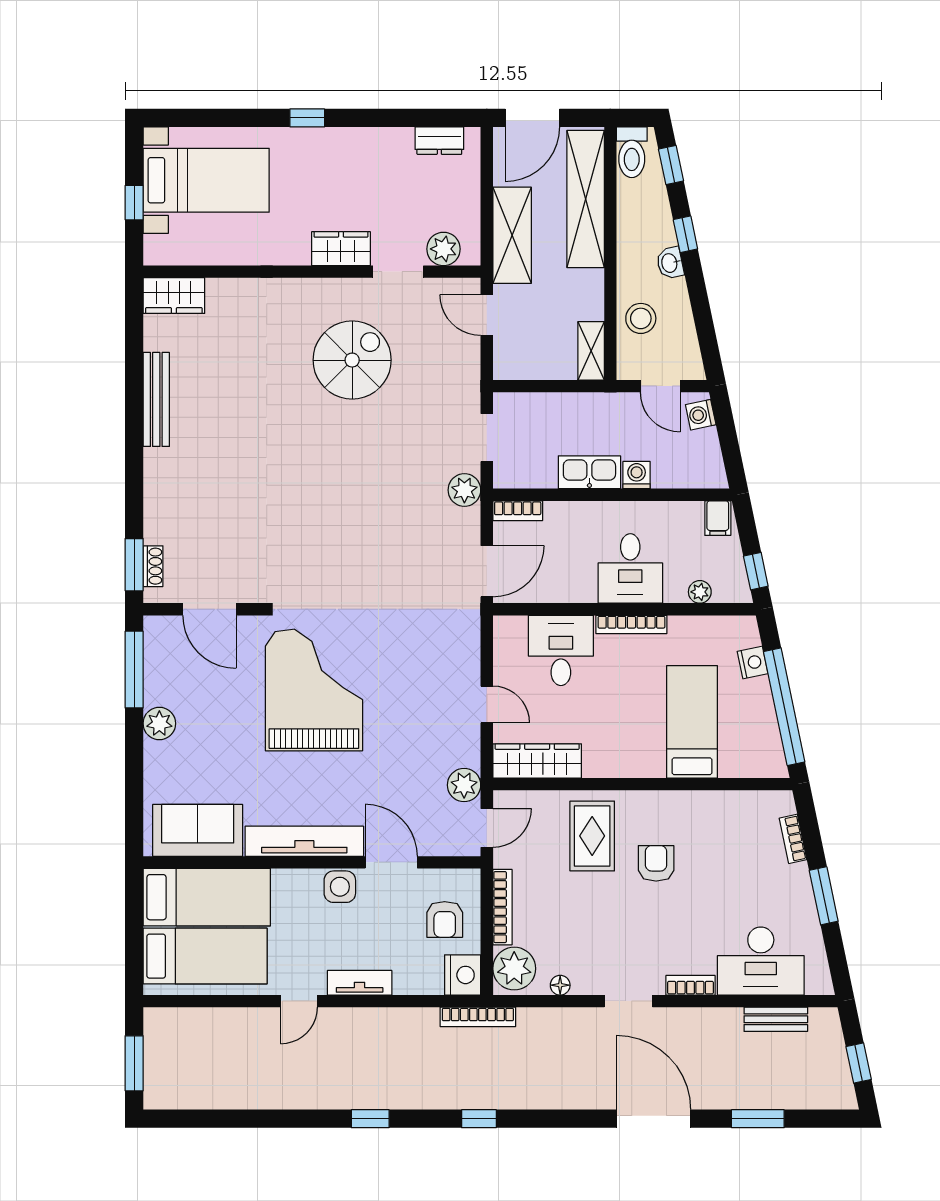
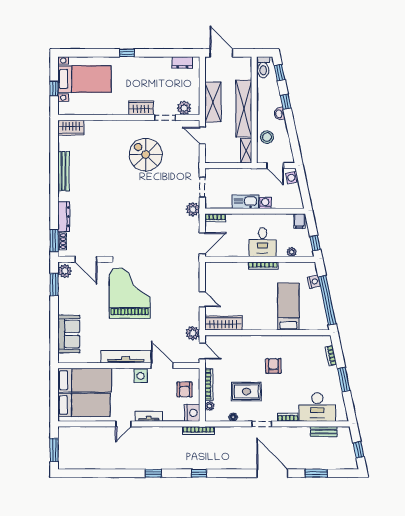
door: (532, 118) -> (221, 53), swing flipped
shelving: (586, 199) -> (244, 109), moved
spiral stairs: (352, 360) -> (146, 155), turned -90
dresser: (157, 508) -> (64, 217), added
desk: (561, 650) -> (233, 277), removed
window: (134, 670) -> (54, 285), width x0.69
plant: (159, 723) -> (65, 271), moved
door: (487, 828) -> (202, 351), hinge flipped
sofa: (198, 830) -> (69, 334), moved, turned 90
rug: (592, 836) -> (246, 392), moved, turned 90
plant: (514, 969) -> (210, 406), width x0.53, depth x0.53

